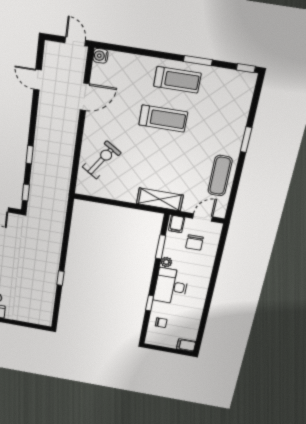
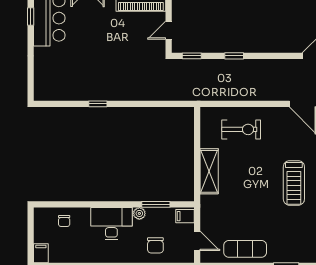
exercise bike: (102, 160) -> (241, 129), turned -33
shelving: (160, 199) -> (209, 171), moved
chair: (194, 242) -> (155, 245), moved, turned -90
window: (150, 303) -> (86, 204), removed

